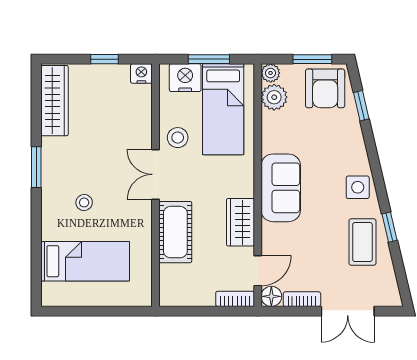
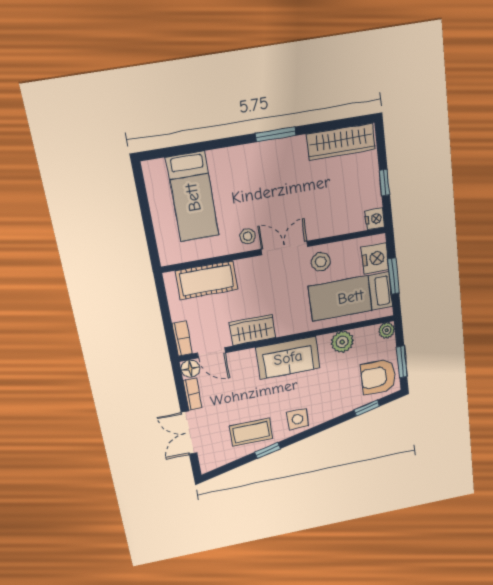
plant: (274, 97) -> (342, 342), moved
stool: (84, 202) -> (248, 236), moved
cot: (175, 232) -> (207, 280), moved

